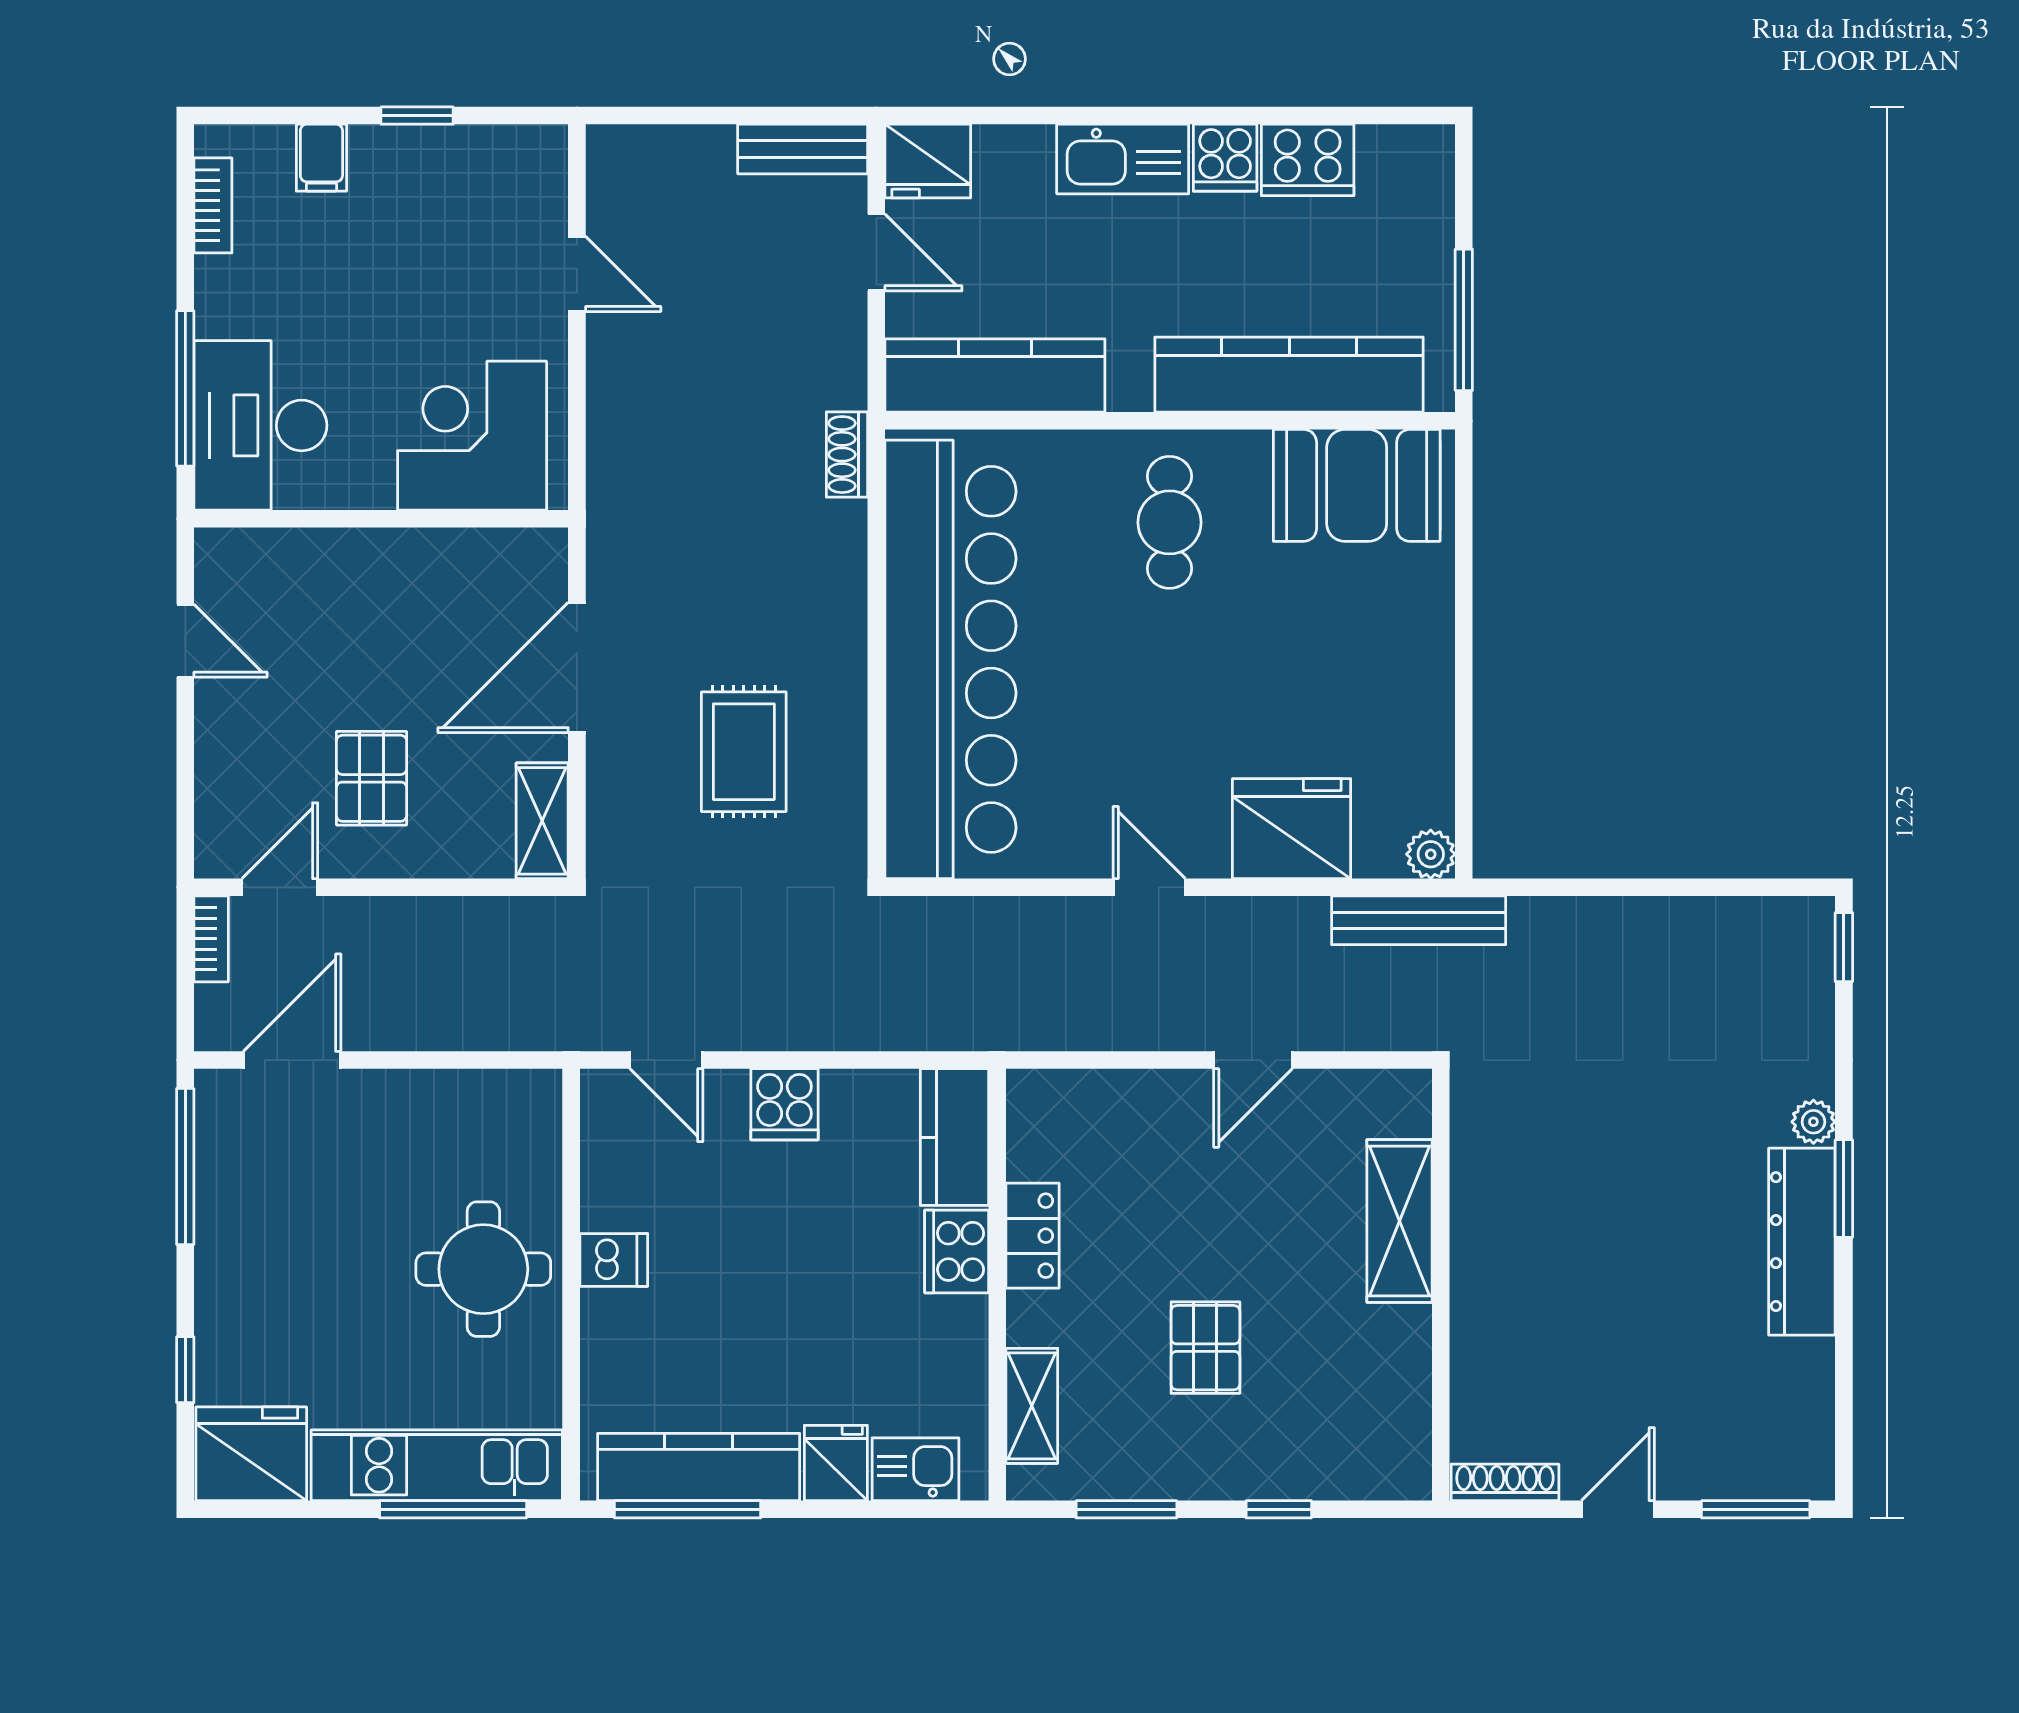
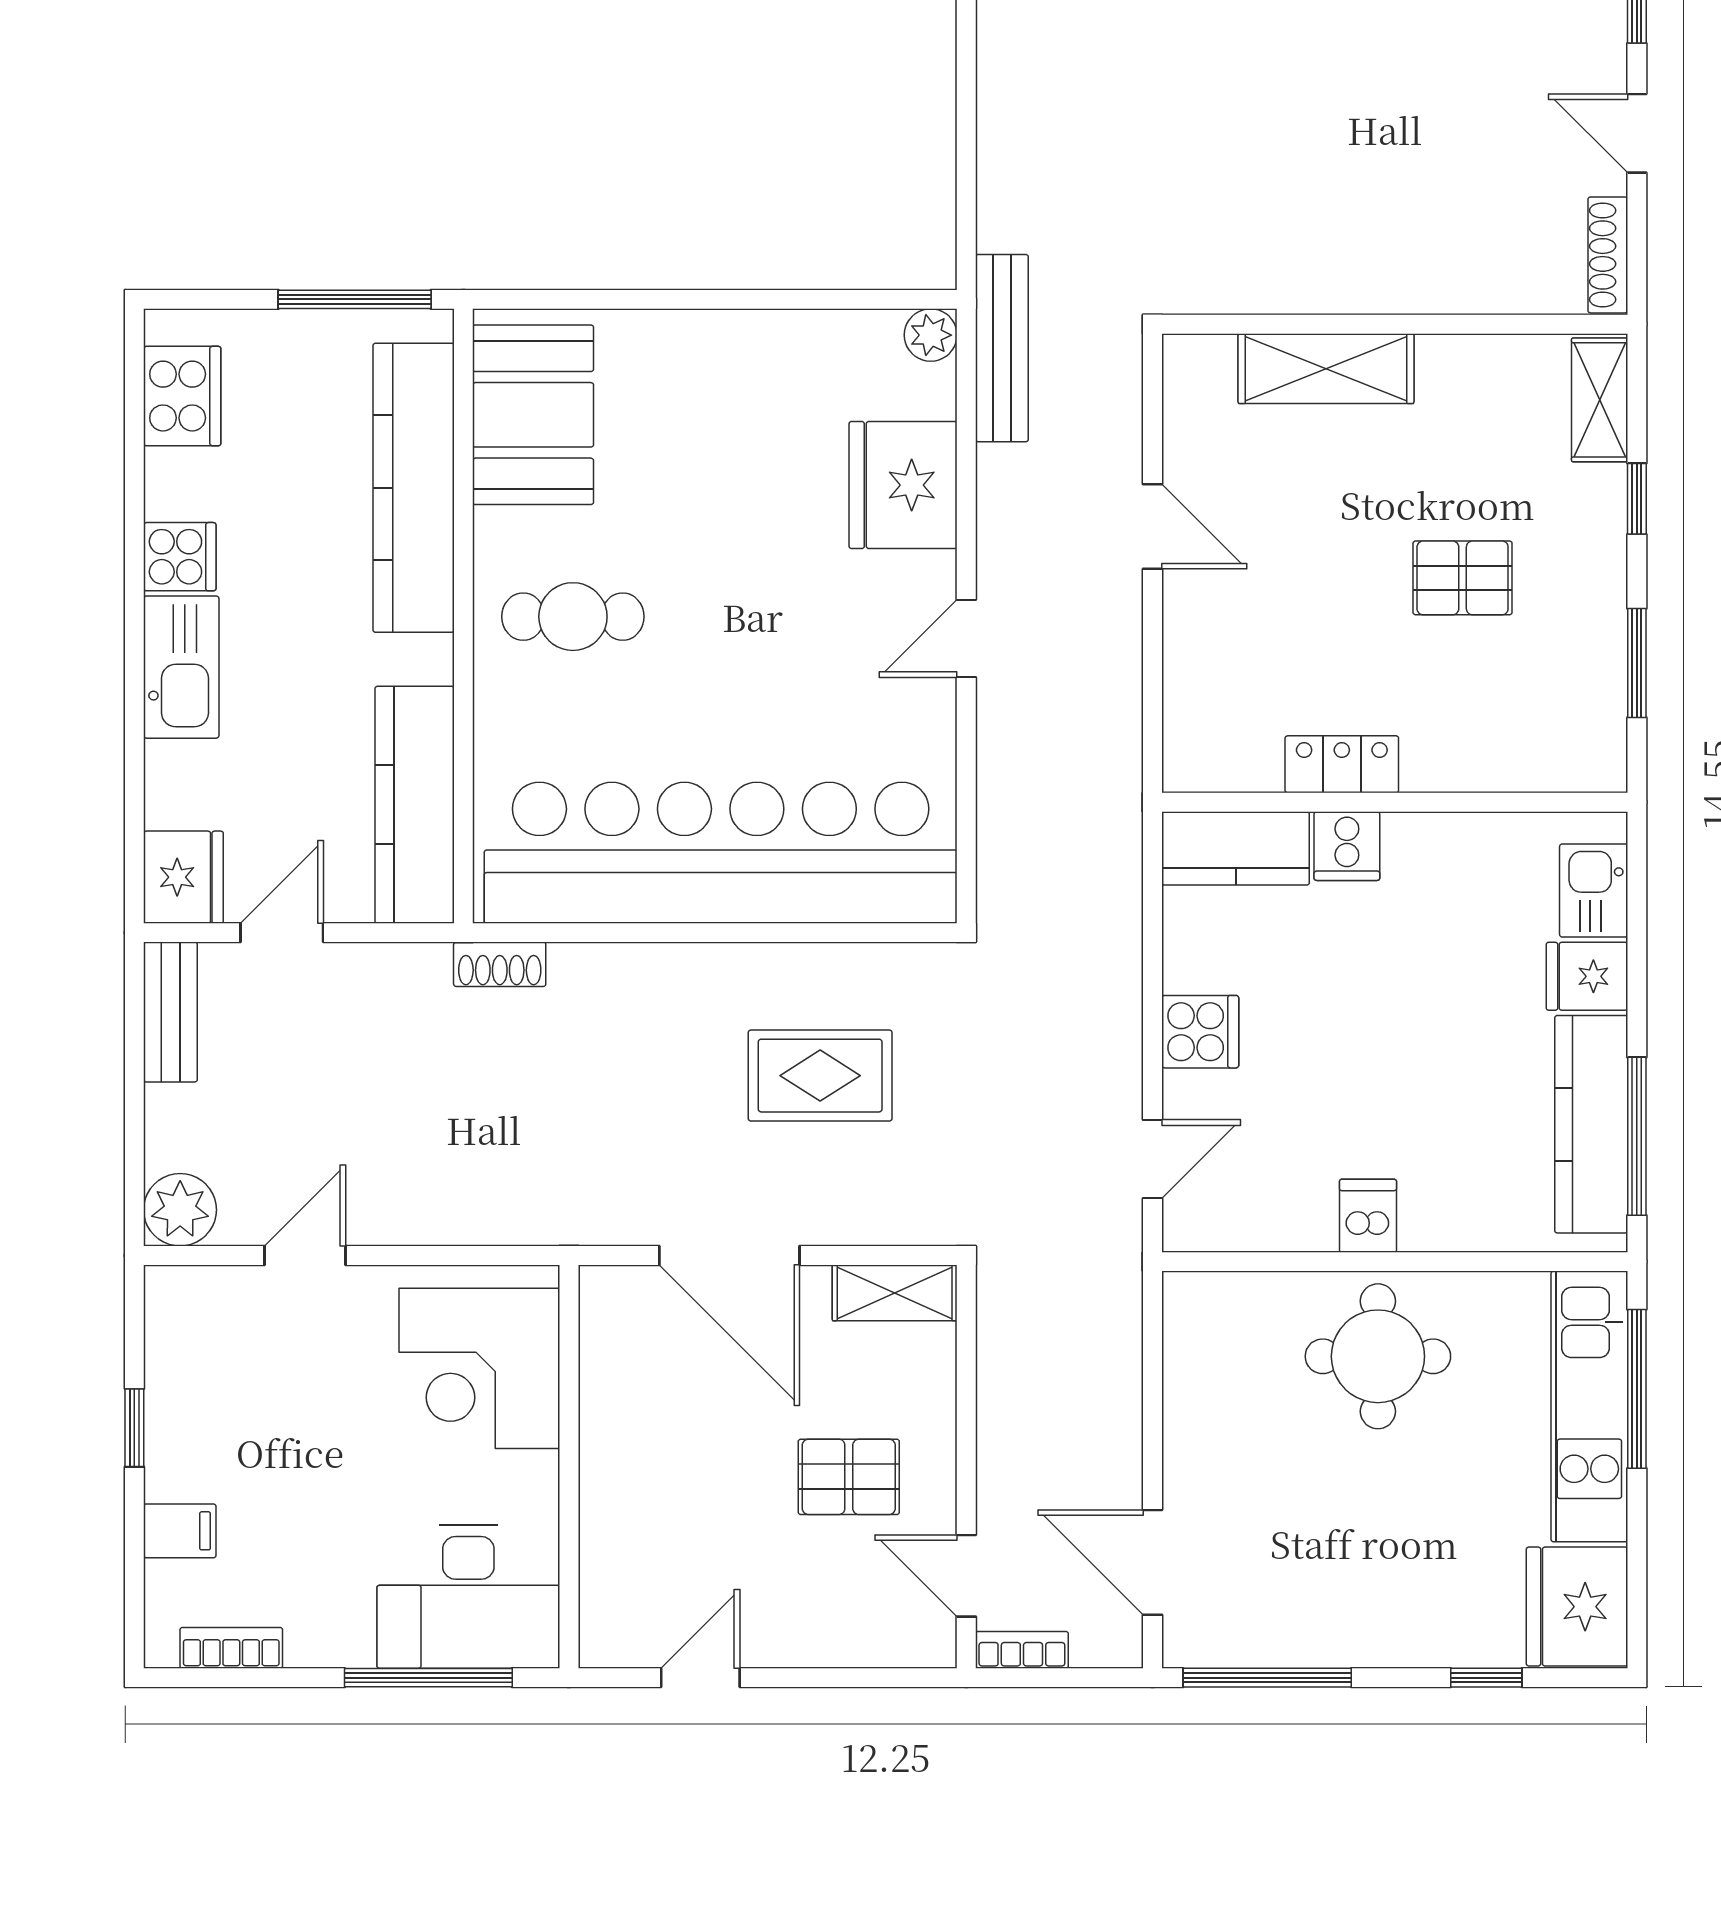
plant: (619, 158) -> (180, 1210), added
cooker: (1308, 160) -> (182, 396), moved
cooker: (957, 1251) -> (1347, 846), width x0.73
shelving: (1032, 1406) -> (1600, 400), moved, turned 90

